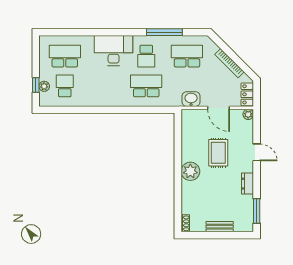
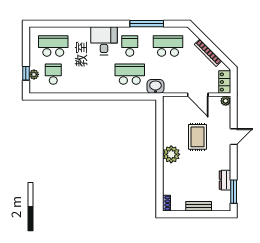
desk: (114, 51) -> (104, 41), width x0.73
school desk: (146, 56) -> (130, 46), turned 180
washbasin: (191, 99) -> (155, 86), moved
door: (257, 152) -> (234, 137), hinge flipped
dresser: (248, 184) -> (225, 180), moved

